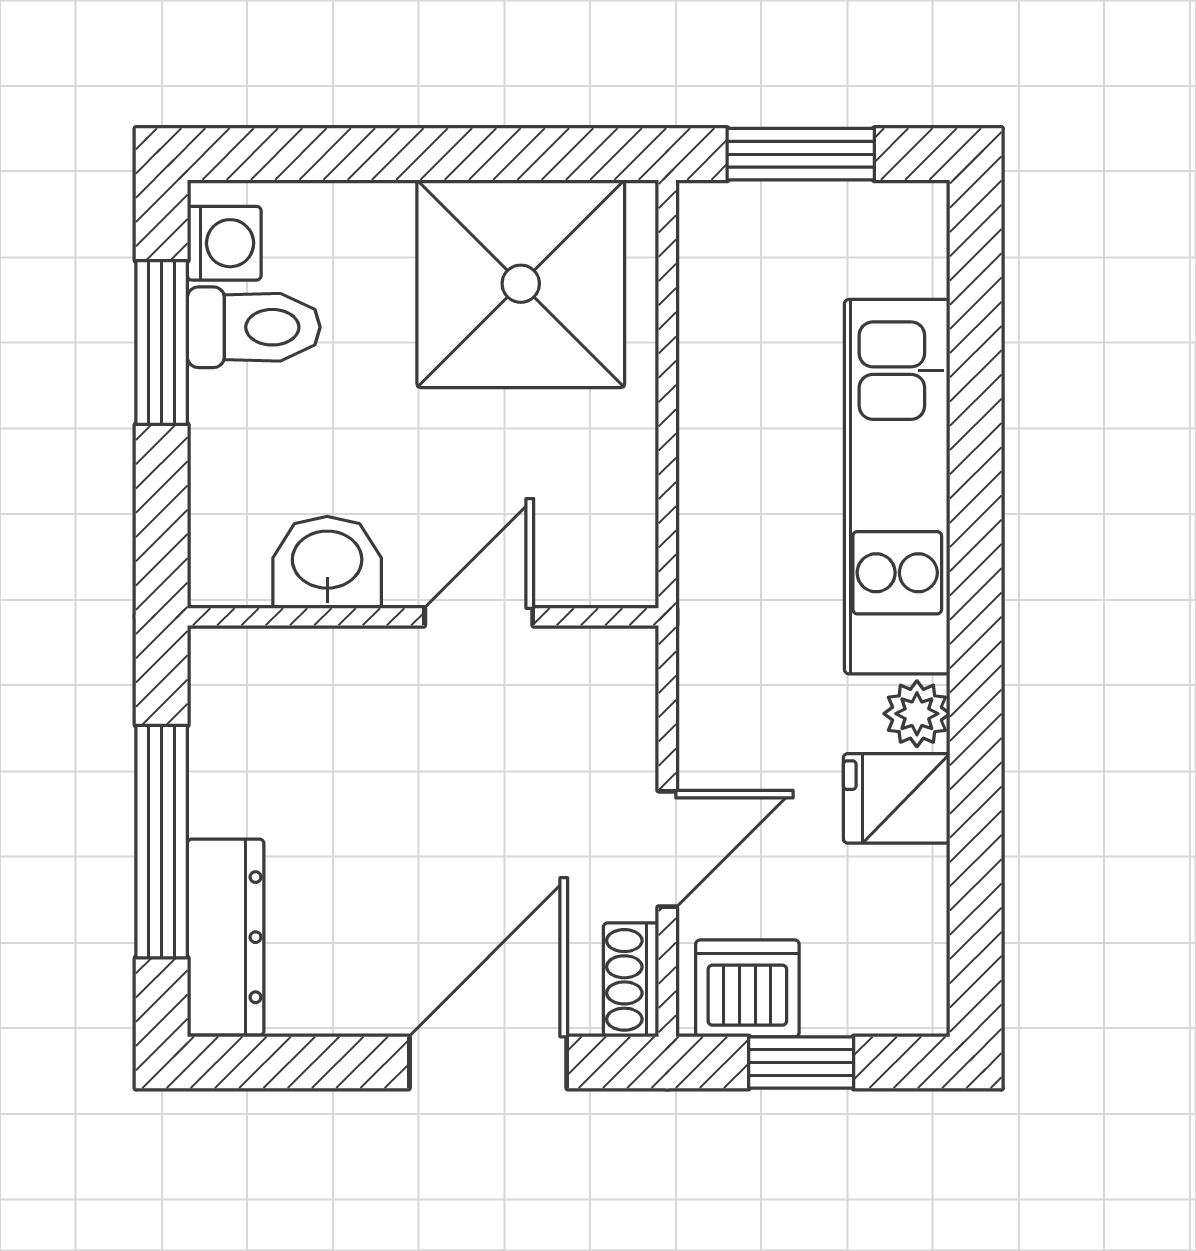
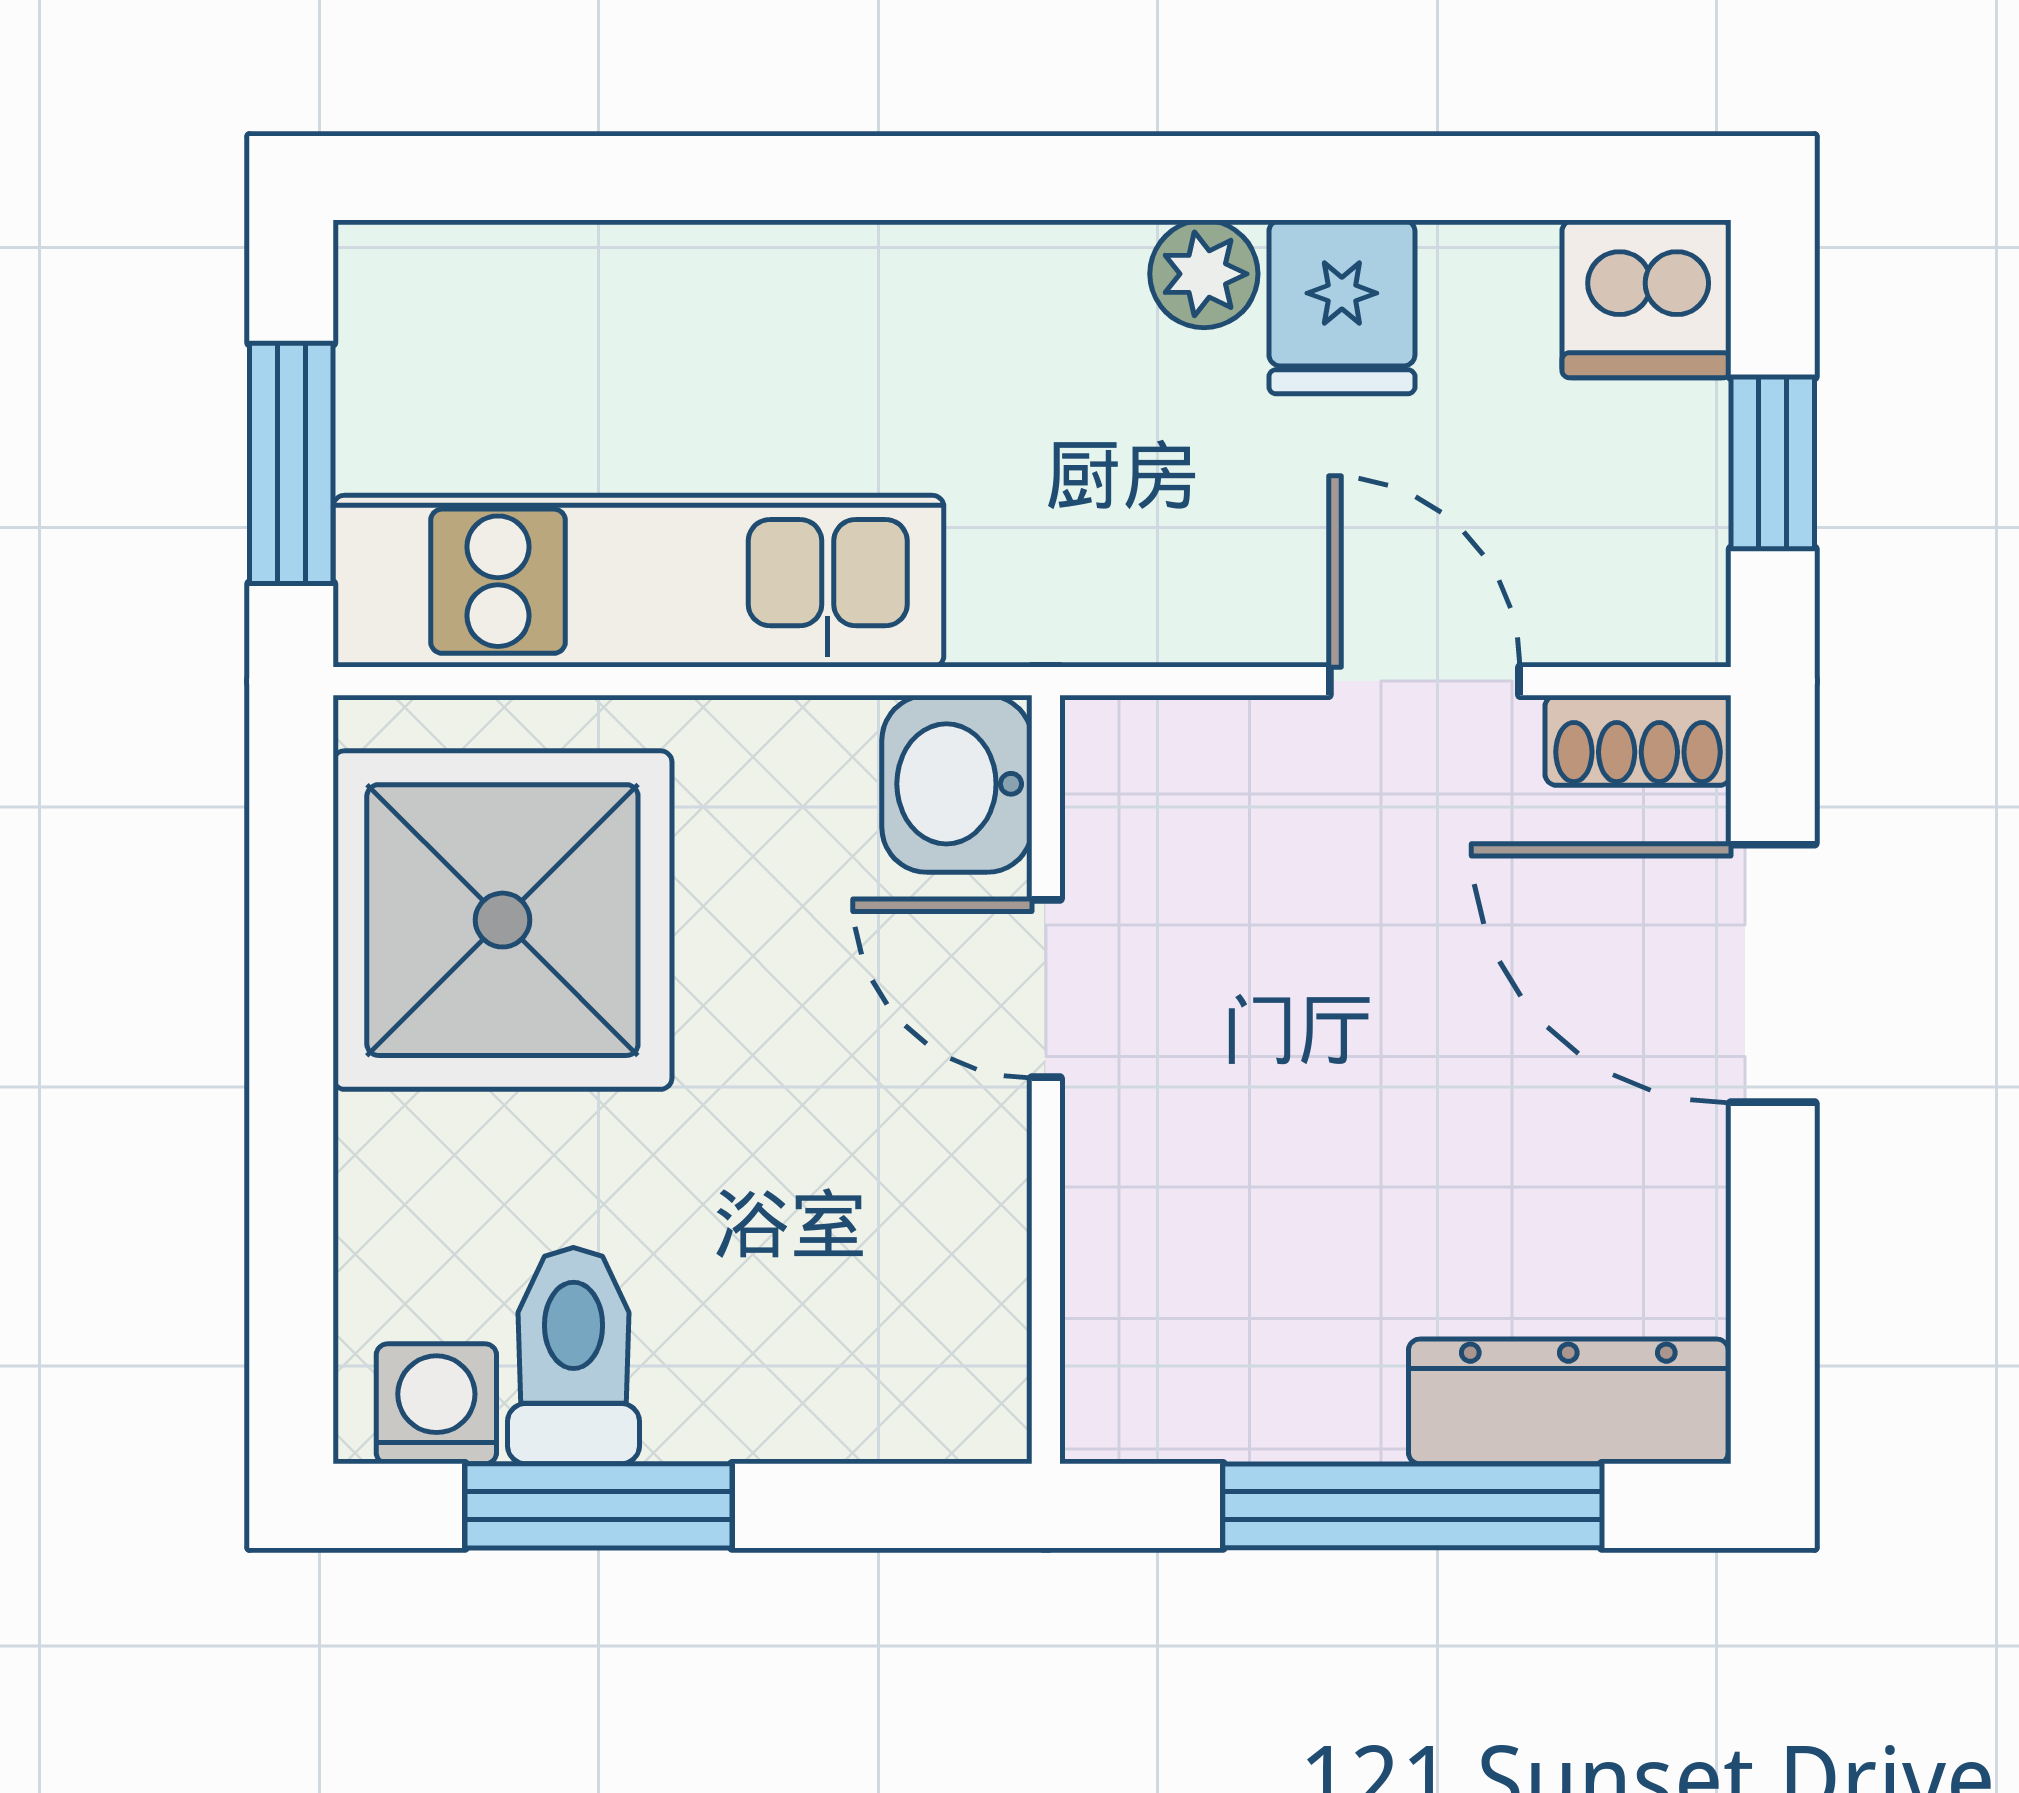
kitchen unit: (897, 487) -> (638, 581), moved, turned 180
washbasin: (327, 562) -> (957, 784), moved
dishwasher: (747, 988) -> (1646, 299), moved, turned -90

